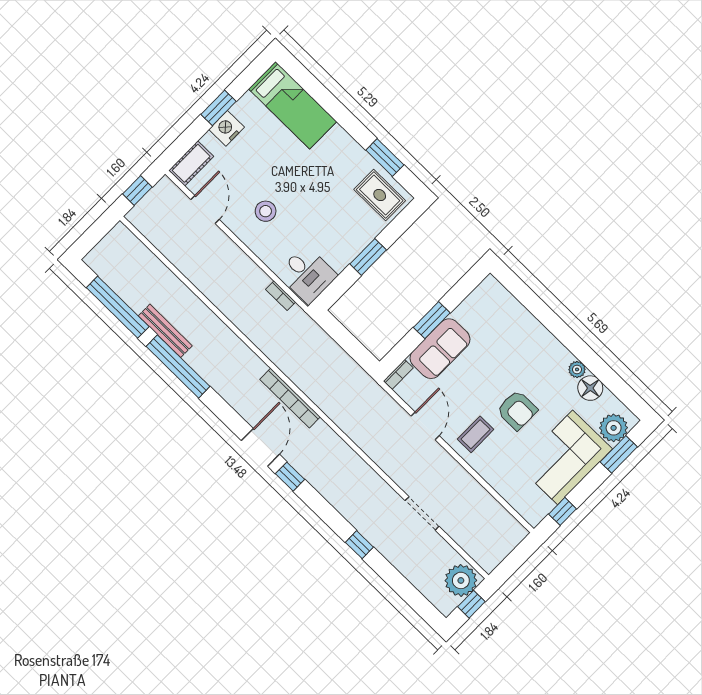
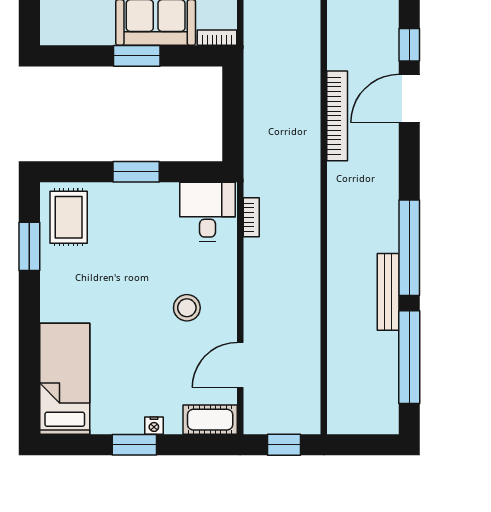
nightstand: (227, 128) -> (154, 426), width x0.53, depth x0.56

